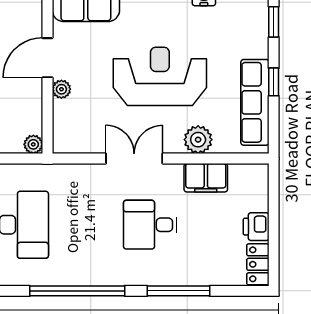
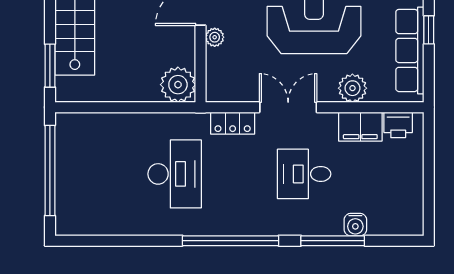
plant: (33, 144) -> (178, 85), width x1.88, depth x1.88
printer: (256, 227) -> (398, 125), moved, turned -90
locker: (258, 264) -> (233, 123), moved, turned -90
water cooler: (201, 275) -> (355, 225), added

